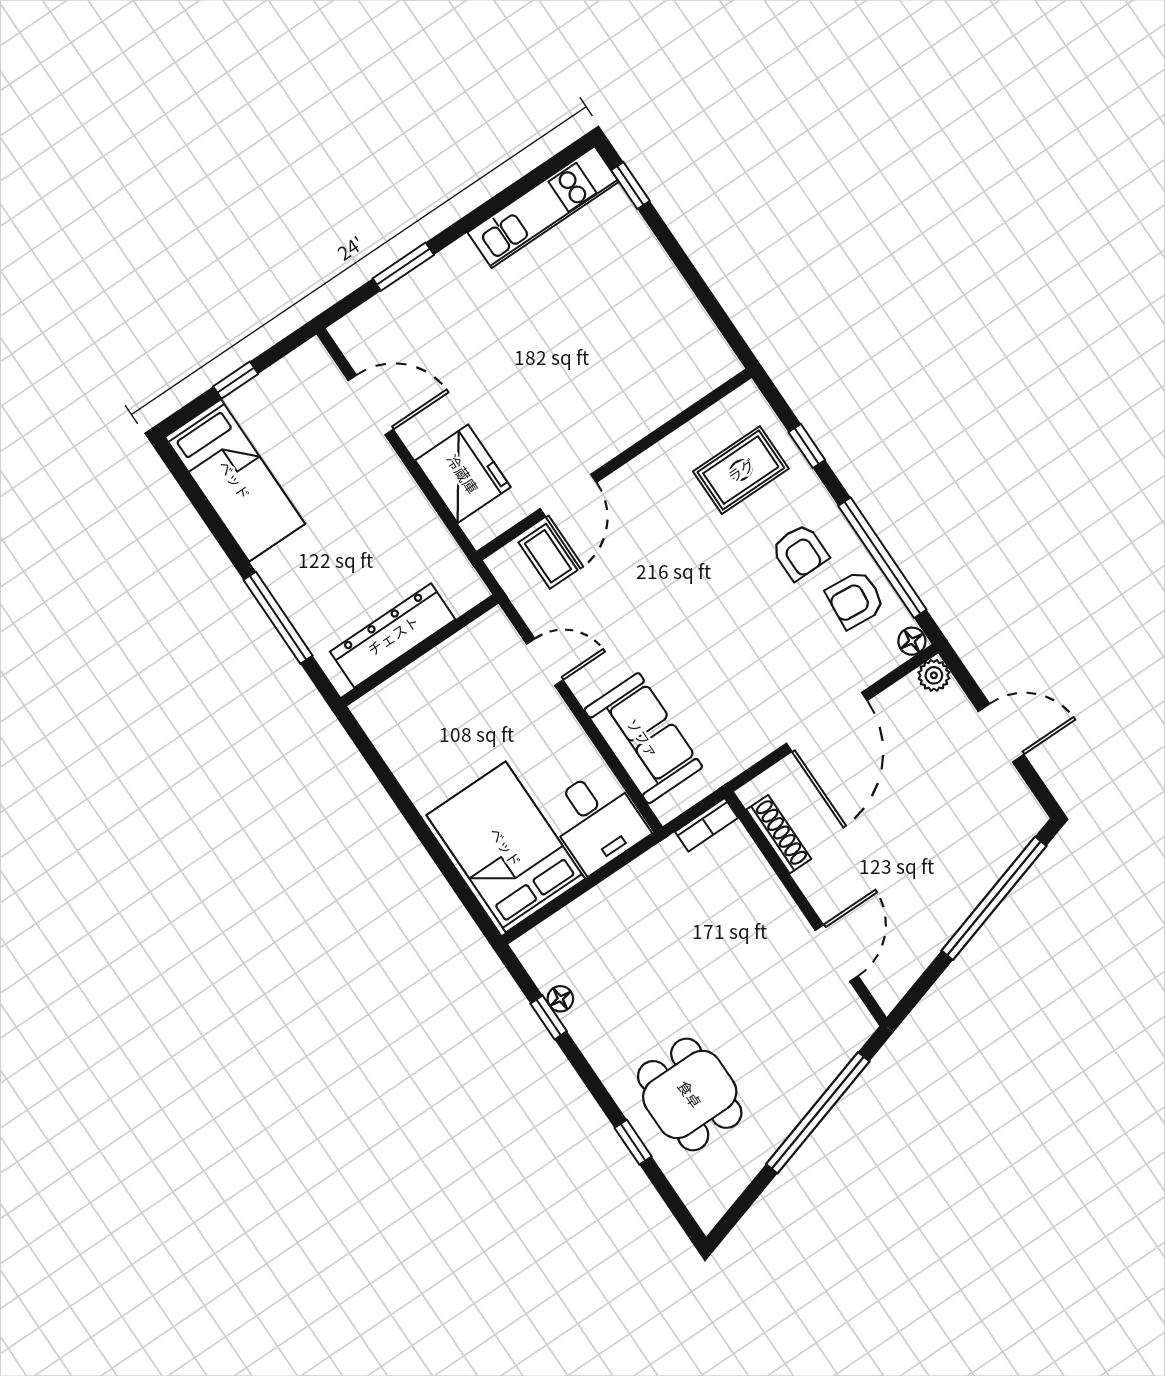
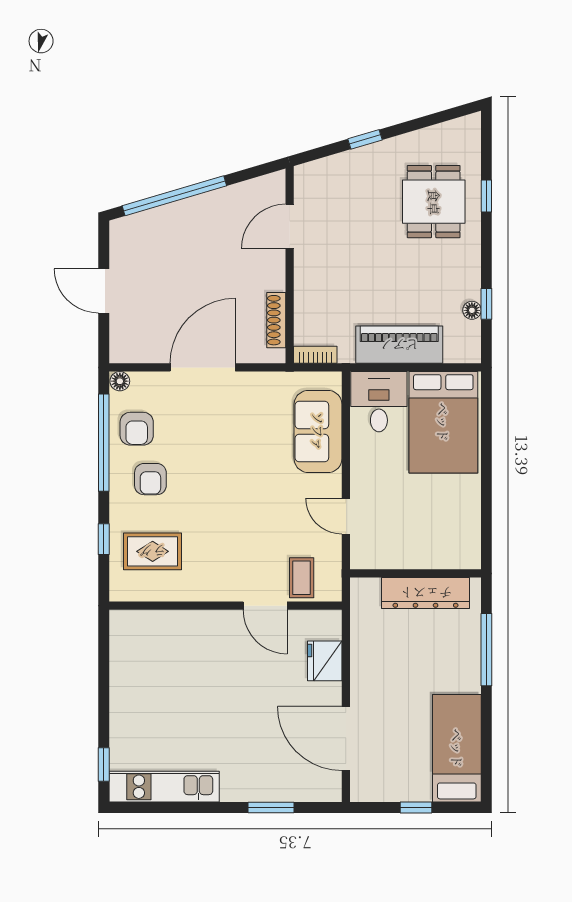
door: (371, 405) -> (346, 739), width x1.36
fridge: (463, 474) -> (325, 661), width x0.73, depth x0.75
door: (568, 496) -> (265, 606), swing flipped
armchair: (800, 552) -> (150, 479), turned 180
armchair: (855, 599) -> (137, 429), turned 85
plant: (934, 675) -> (120, 352), removed
piano: (617, 902) -> (399, 345), added
window: (818, 1113) -> (365, 139), width x0.32

